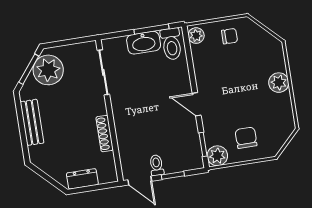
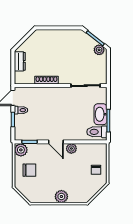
plant: (196, 36) -> (71, 148), moved
plant: (48, 70) -> (99, 50), width x0.53, depth x0.53
door: (197, 104) -> (56, 142), swing flipped
bench: (32, 122) -> (61, 35), removed

